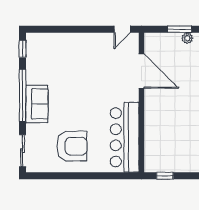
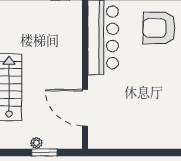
door: (122, 29) -> (106, 153), removed

